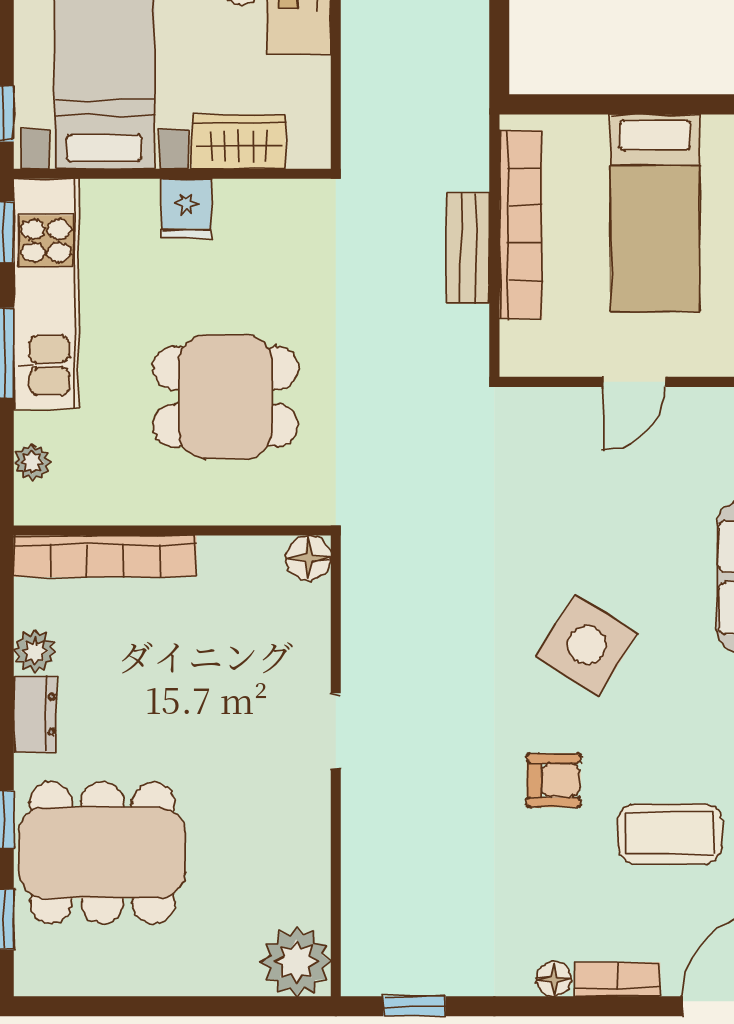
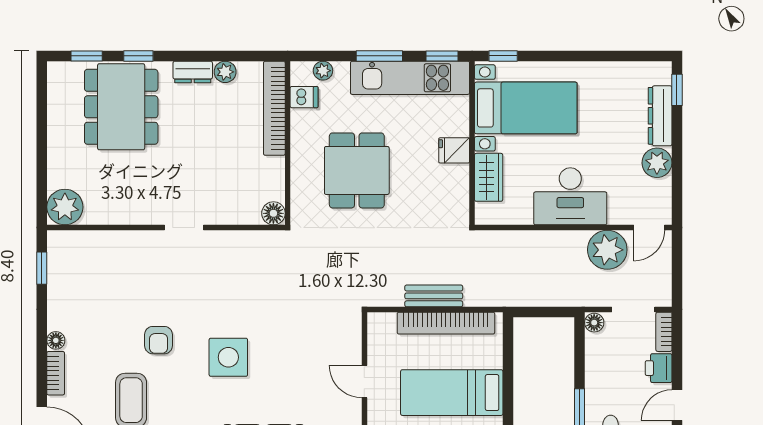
dishwasher: (83, 499) -> (304, 97), added
side table: (587, 645) -> (228, 357), turned -32

